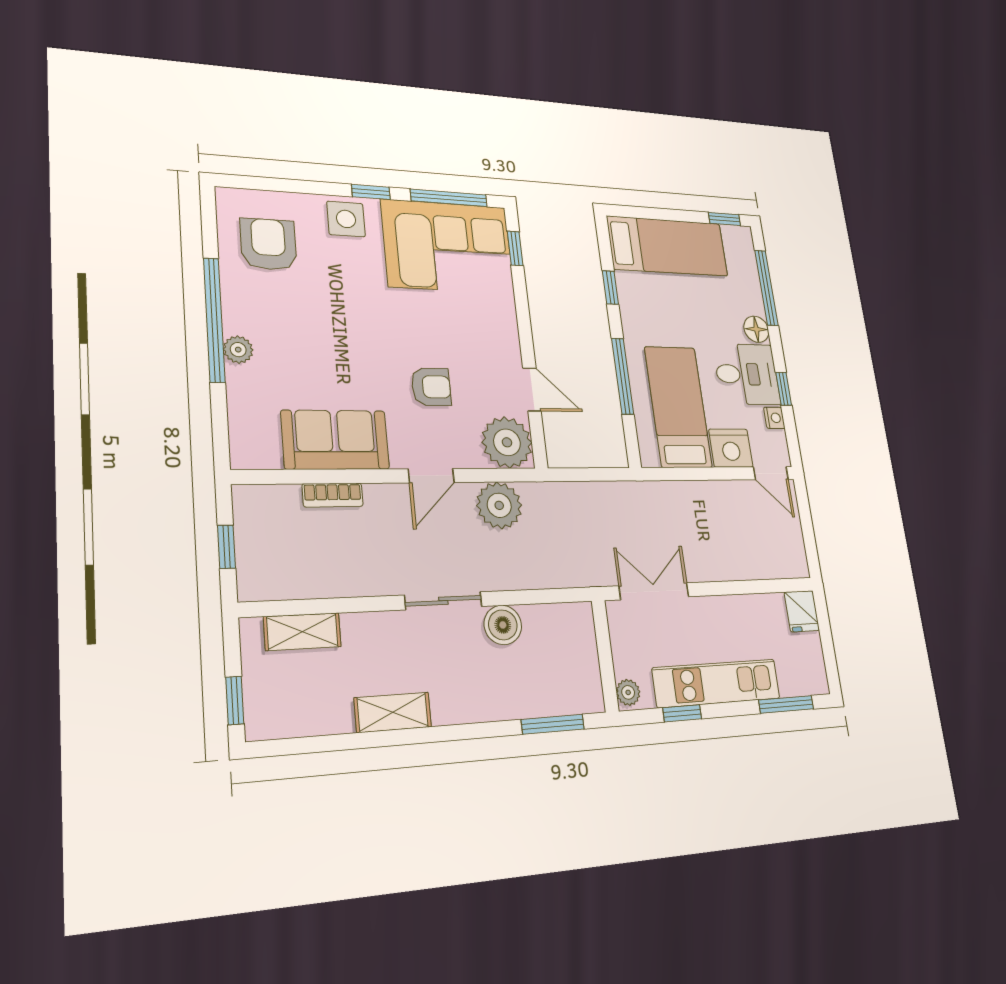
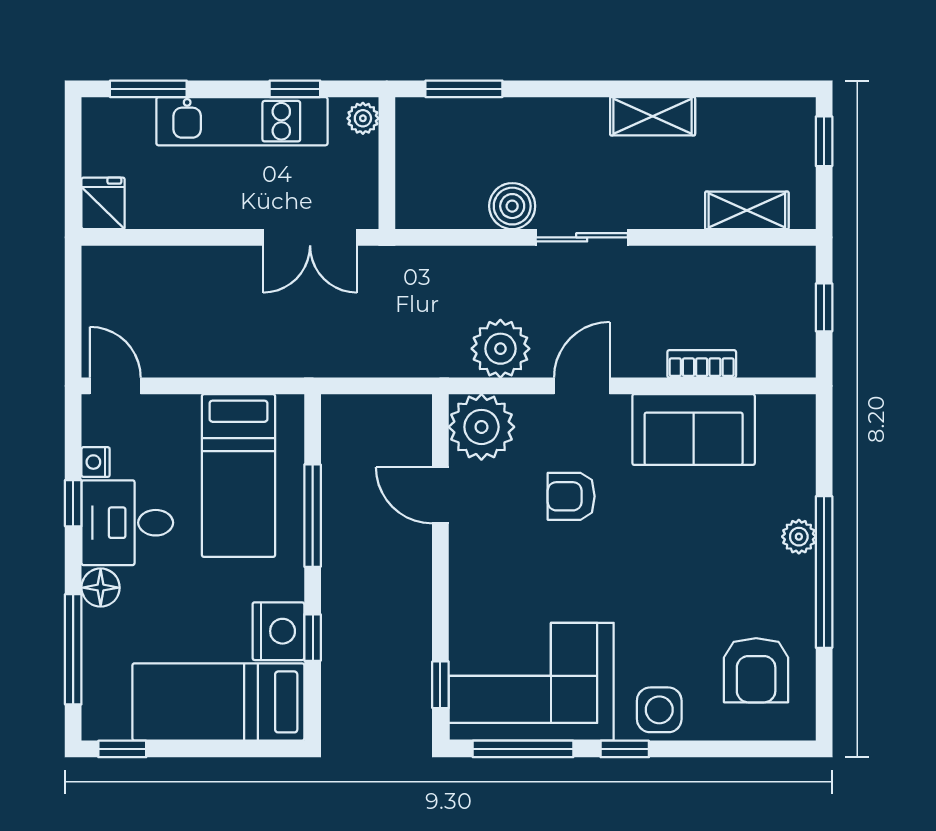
nightstand: (731, 448) -> (278, 631), moved, turned 90

